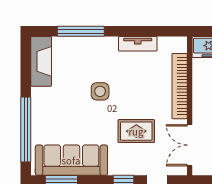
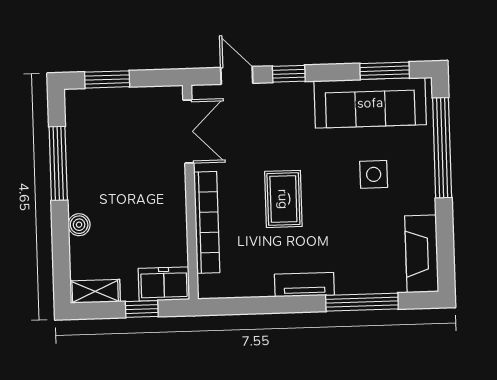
tv unit: (138, 44) -> (304, 285), moved
side table: (100, 91) -> (374, 174), moved
rug: (136, 131) -> (283, 199), moved, turned 90

